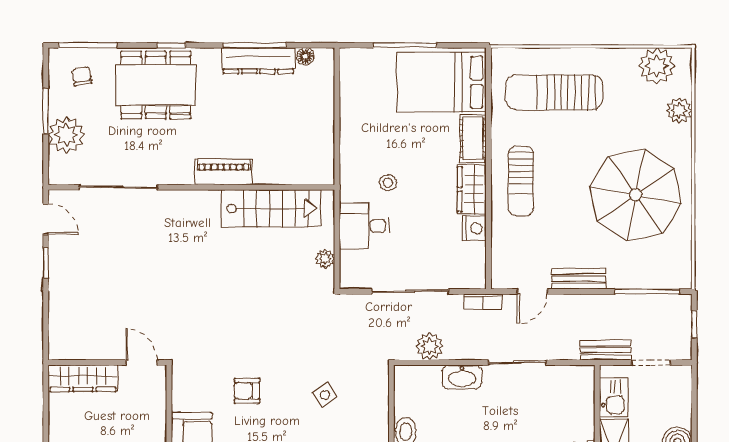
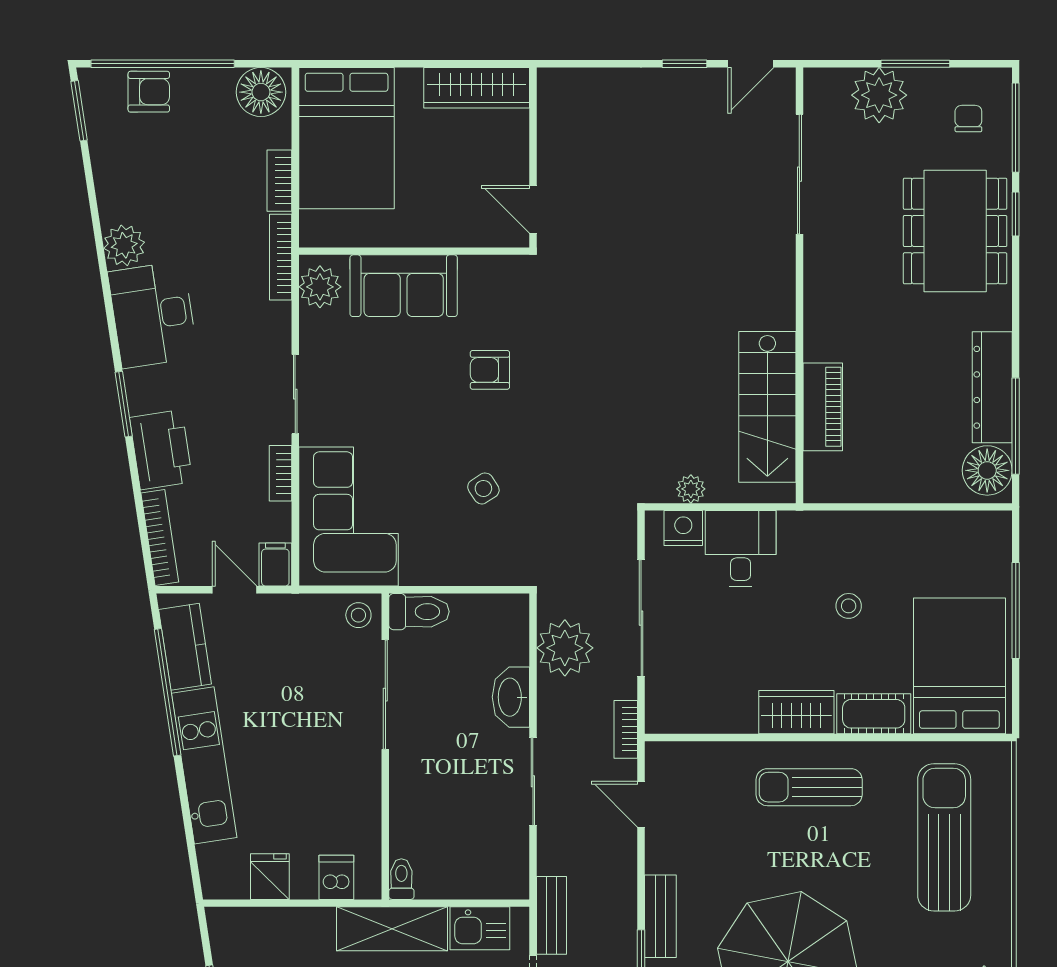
window: (171, 45) -> (1016, 214), moved
window: (255, 45) -> (1016, 426), moved
floor lamp: (305, 56) -> (987, 470), width x1.89, depth x1.89
chair: (82, 76) -> (968, 119), turned -80
piano: (224, 172) -> (823, 407), moved
stool: (388, 183) -> (849, 606), moved
nightstand: (474, 228) -> (683, 528), moved, turned 180
bench: (579, 279) -> (660, 916), moved
plant: (430, 346) -> (565, 648), width x1.36, depth x1.36
door: (141, 362) -> (533, 209), swing flipped
wardrobe: (83, 378) -> (477, 88), moved, turned -90
armchair: (247, 391) -> (490, 370), turned -90

